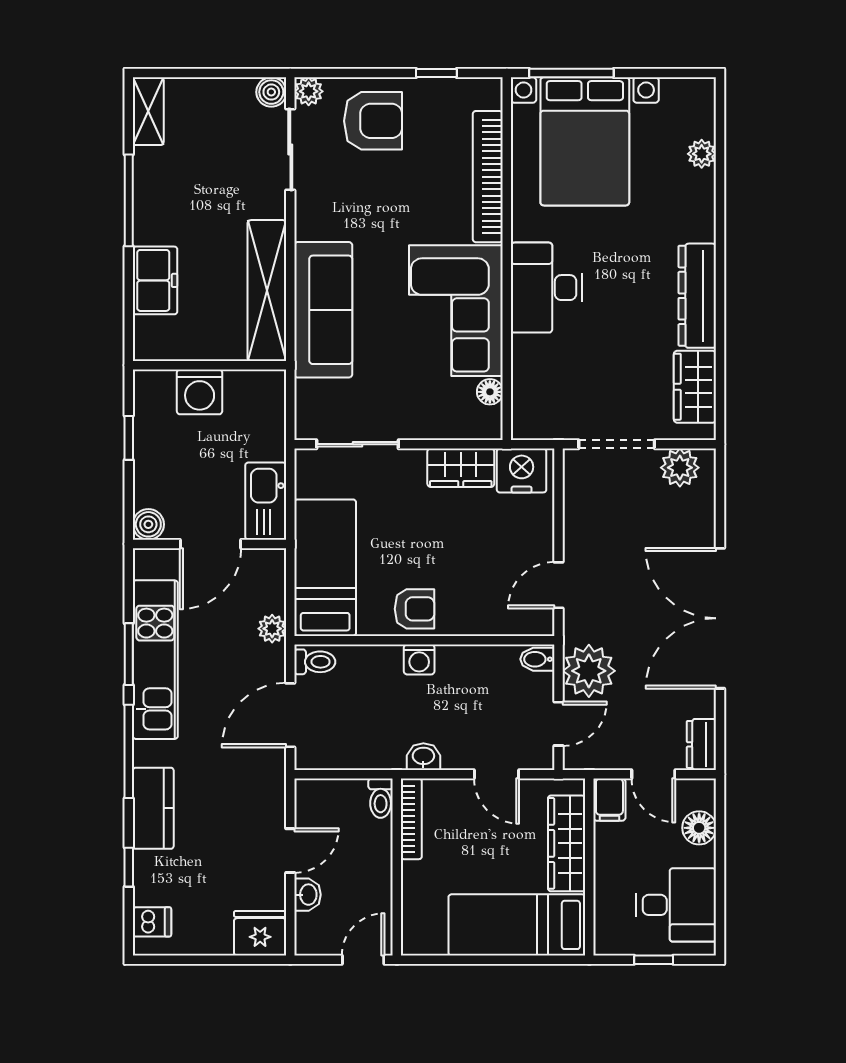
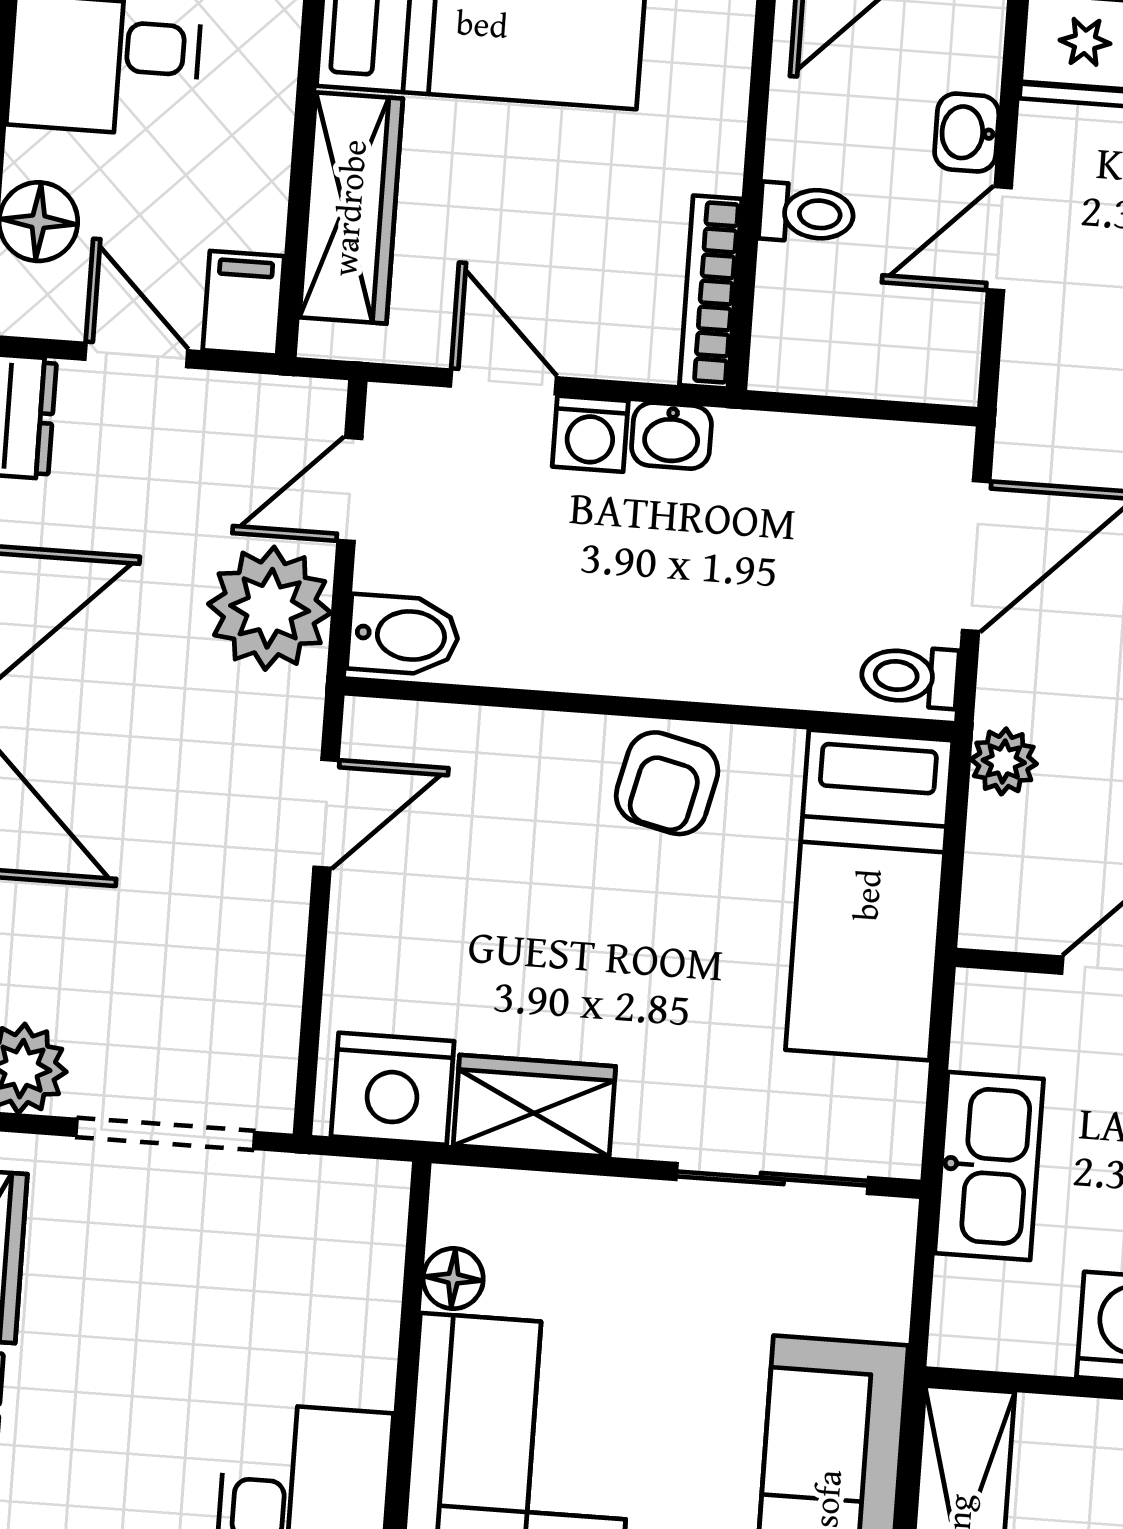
kitchen sink: (266, 501) -> (989, 1166), moved
armchair: (414, 609) -> (667, 783), turned -77
washing machine: (419, 659) -> (590, 434), moved, turned 180
bidet: (537, 659) -> (403, 635), width x1.38, depth x1.36
toilet: (381, 798) -> (807, 213), moved, turned 90

